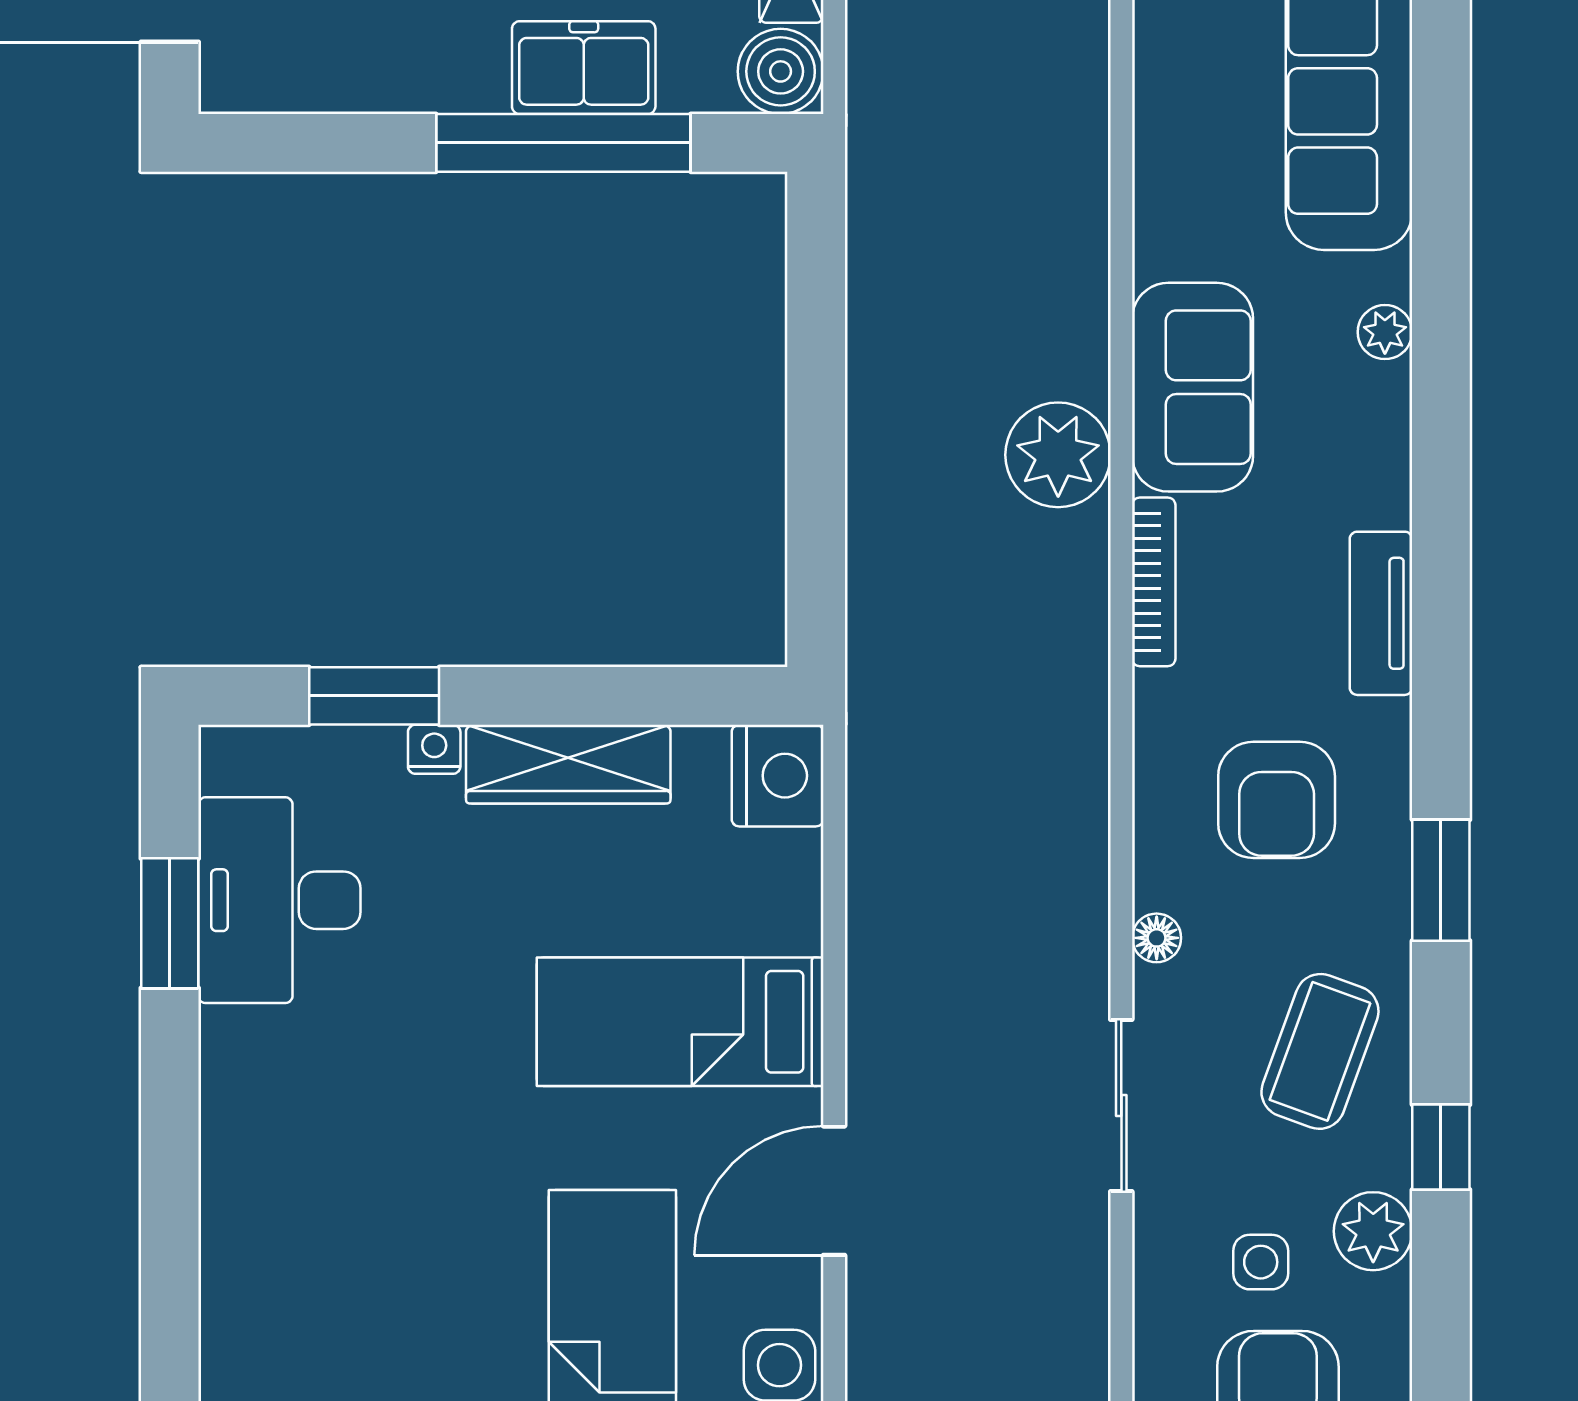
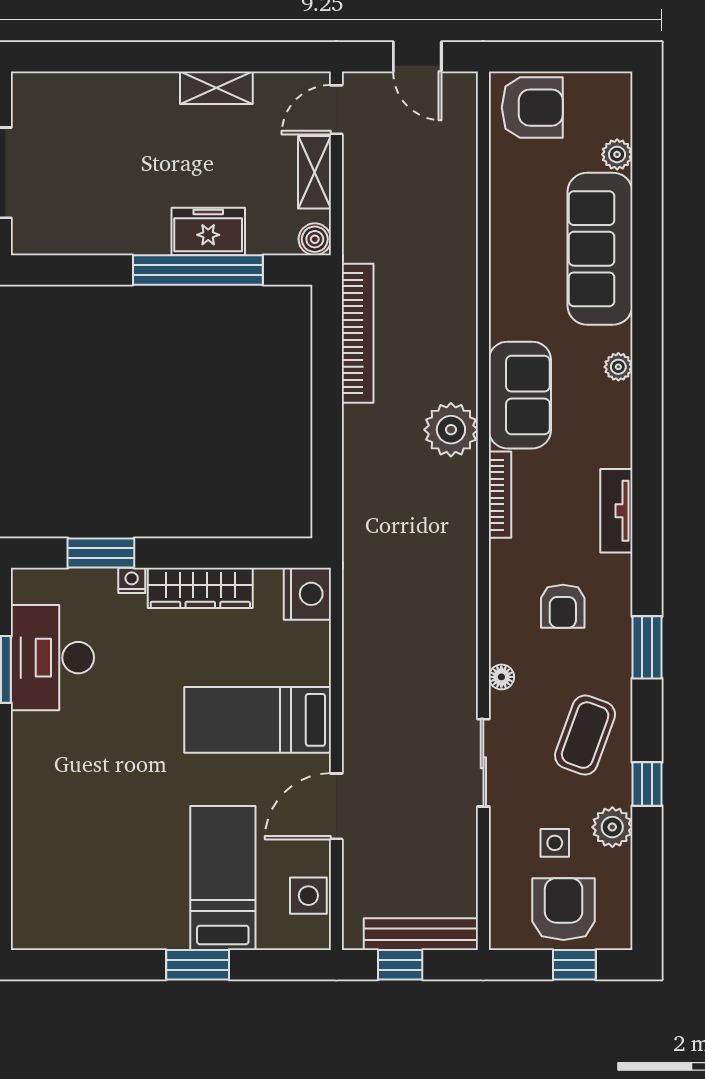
boiler: (781, 71) -> (315, 239), width x0.73, depth x0.73
bookcase: (876, 266) -> (358, 333), added
armchair: (1277, 800) -> (563, 606), width x0.72, depth x0.72

